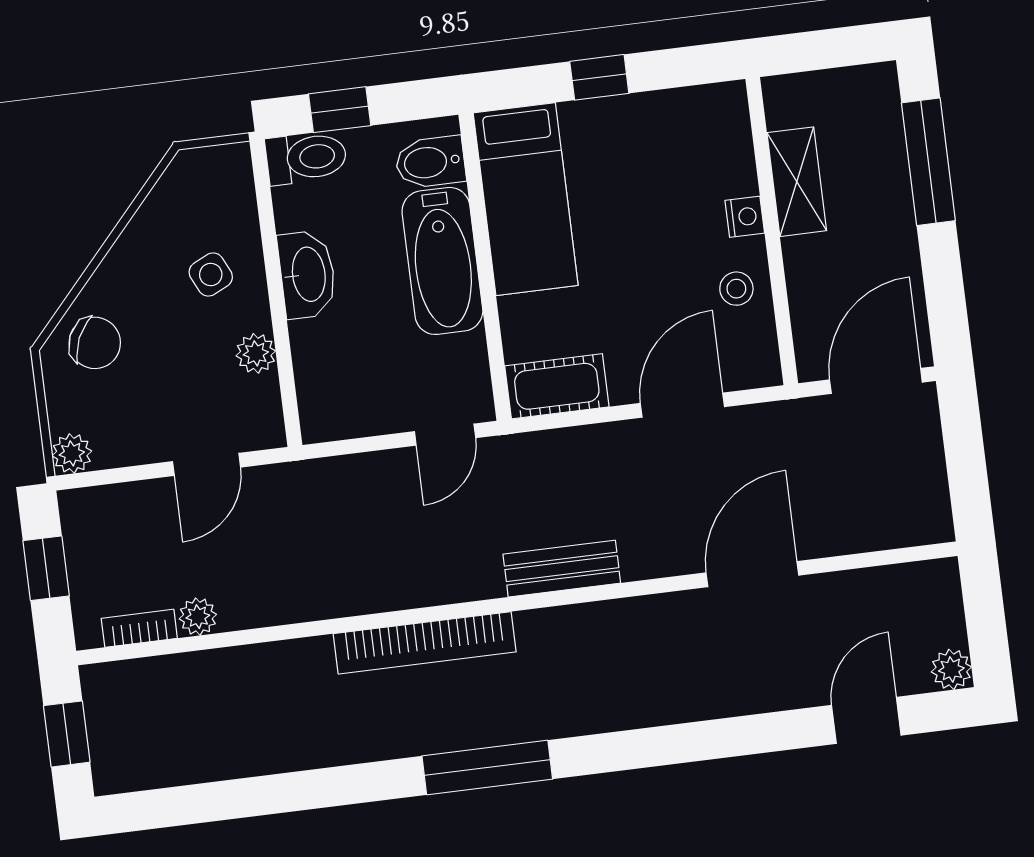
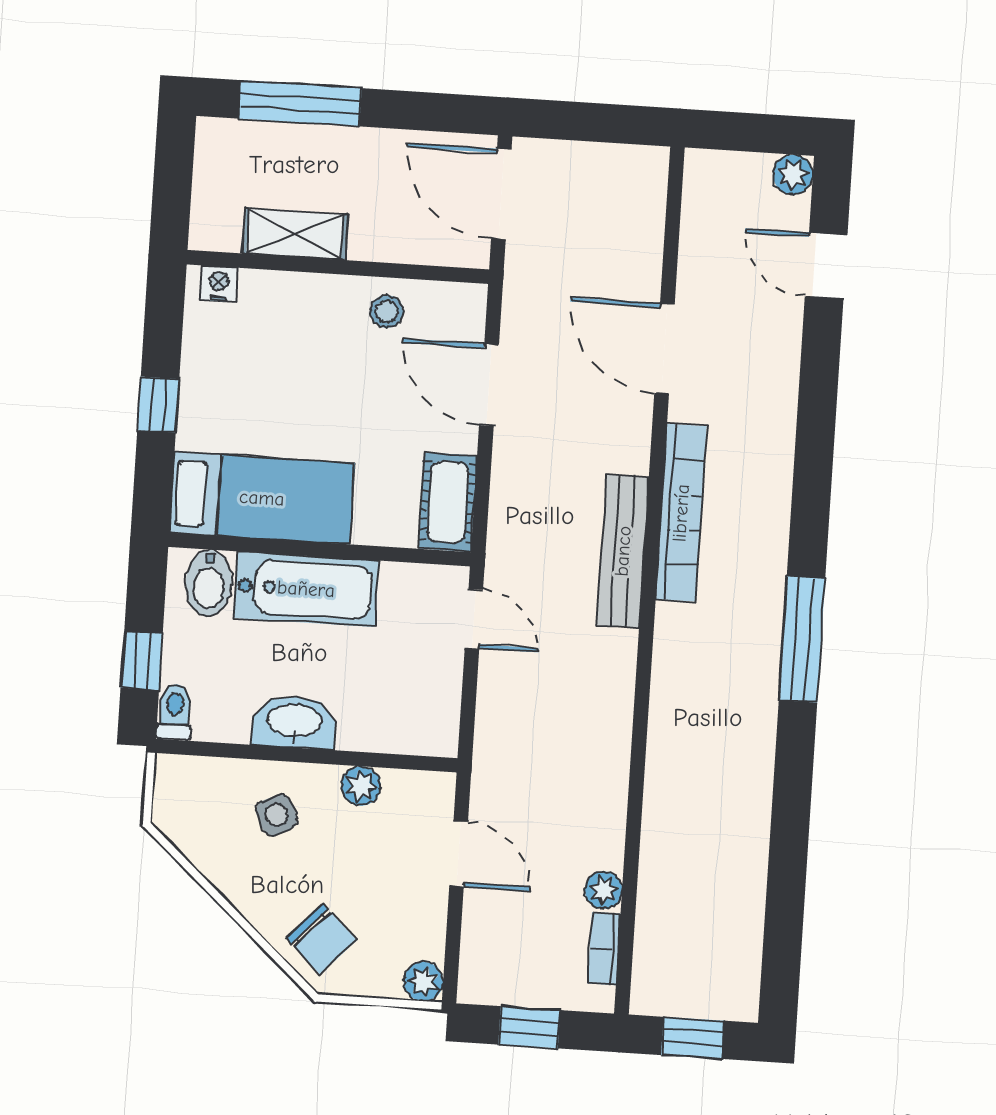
toilet: (306, 158) -> (175, 712), width x0.73, depth x0.72
nightstand: (745, 217) -> (219, 284), moved
chair: (95, 343) -> (321, 939), turned 109
bench: (562, 569) -> (623, 551), width x1.36
bookcase: (425, 643) -> (681, 513), moved

